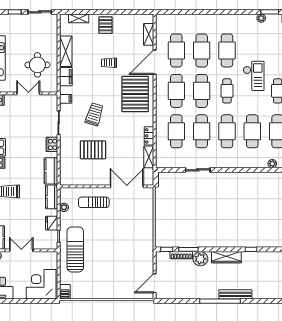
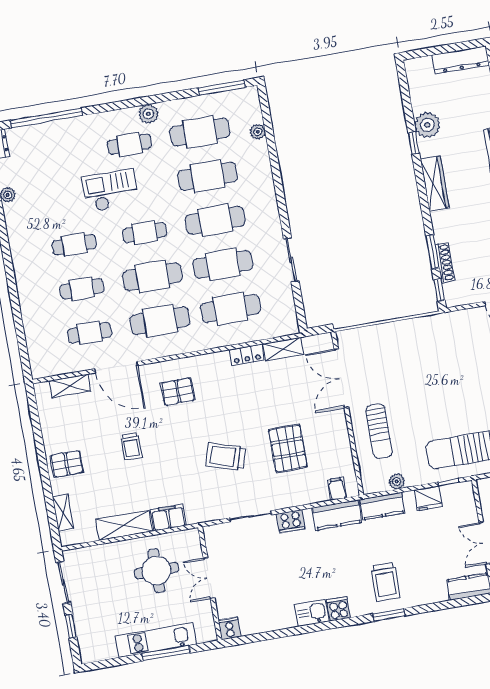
cafe table: (176, 50) -> (89, 333), width x0.73, depth x0.74
cafe table: (202, 50) -> (82, 289), width x0.73, depth x0.74
cafe table: (227, 50) -> (74, 245), width x0.73, depth x0.74
pallet: (135, 94) -> (178, 392), width x0.49, depth x0.50
filing cabinet: (66, 99) -> (337, 489), moved
plant: (200, 259) -> (427, 125), moved

